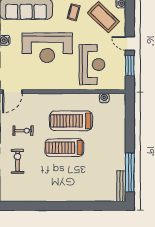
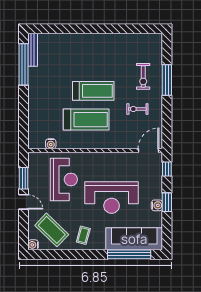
reception desk: (47, 48) -> (112, 197), turned 180
reception desk: (92, 65) -> (64, 179), turned 180

